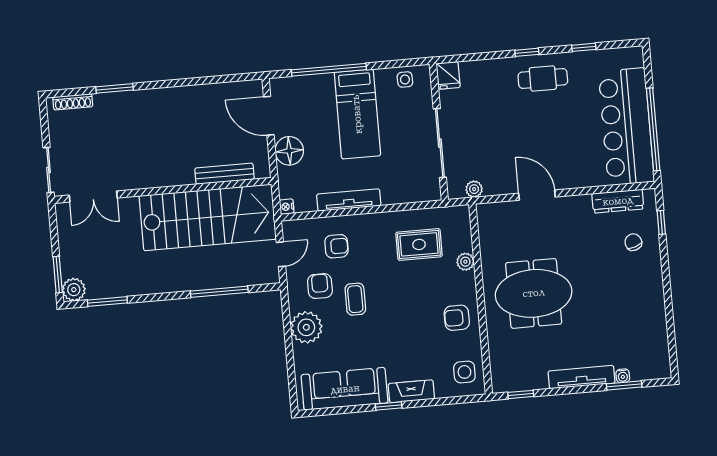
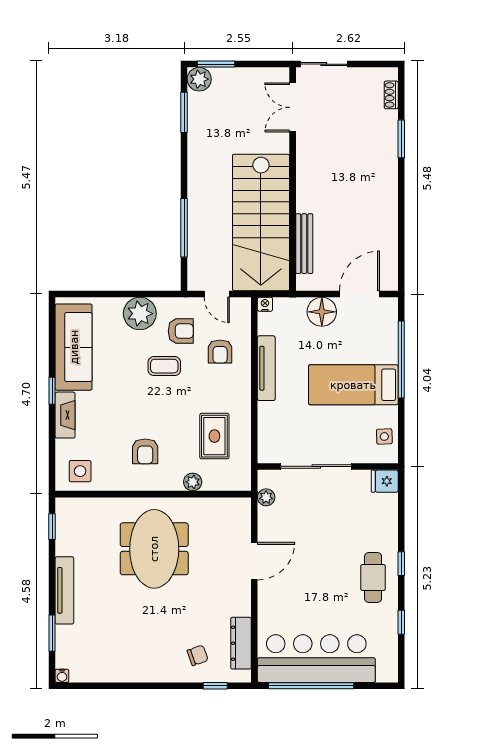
shoe rack: (73, 102) -> (391, 95), width x0.70
armchair: (457, 318) -> (145, 451), moved, turned 180
water cooler: (623, 376) -> (62, 676), moved, turned -90

